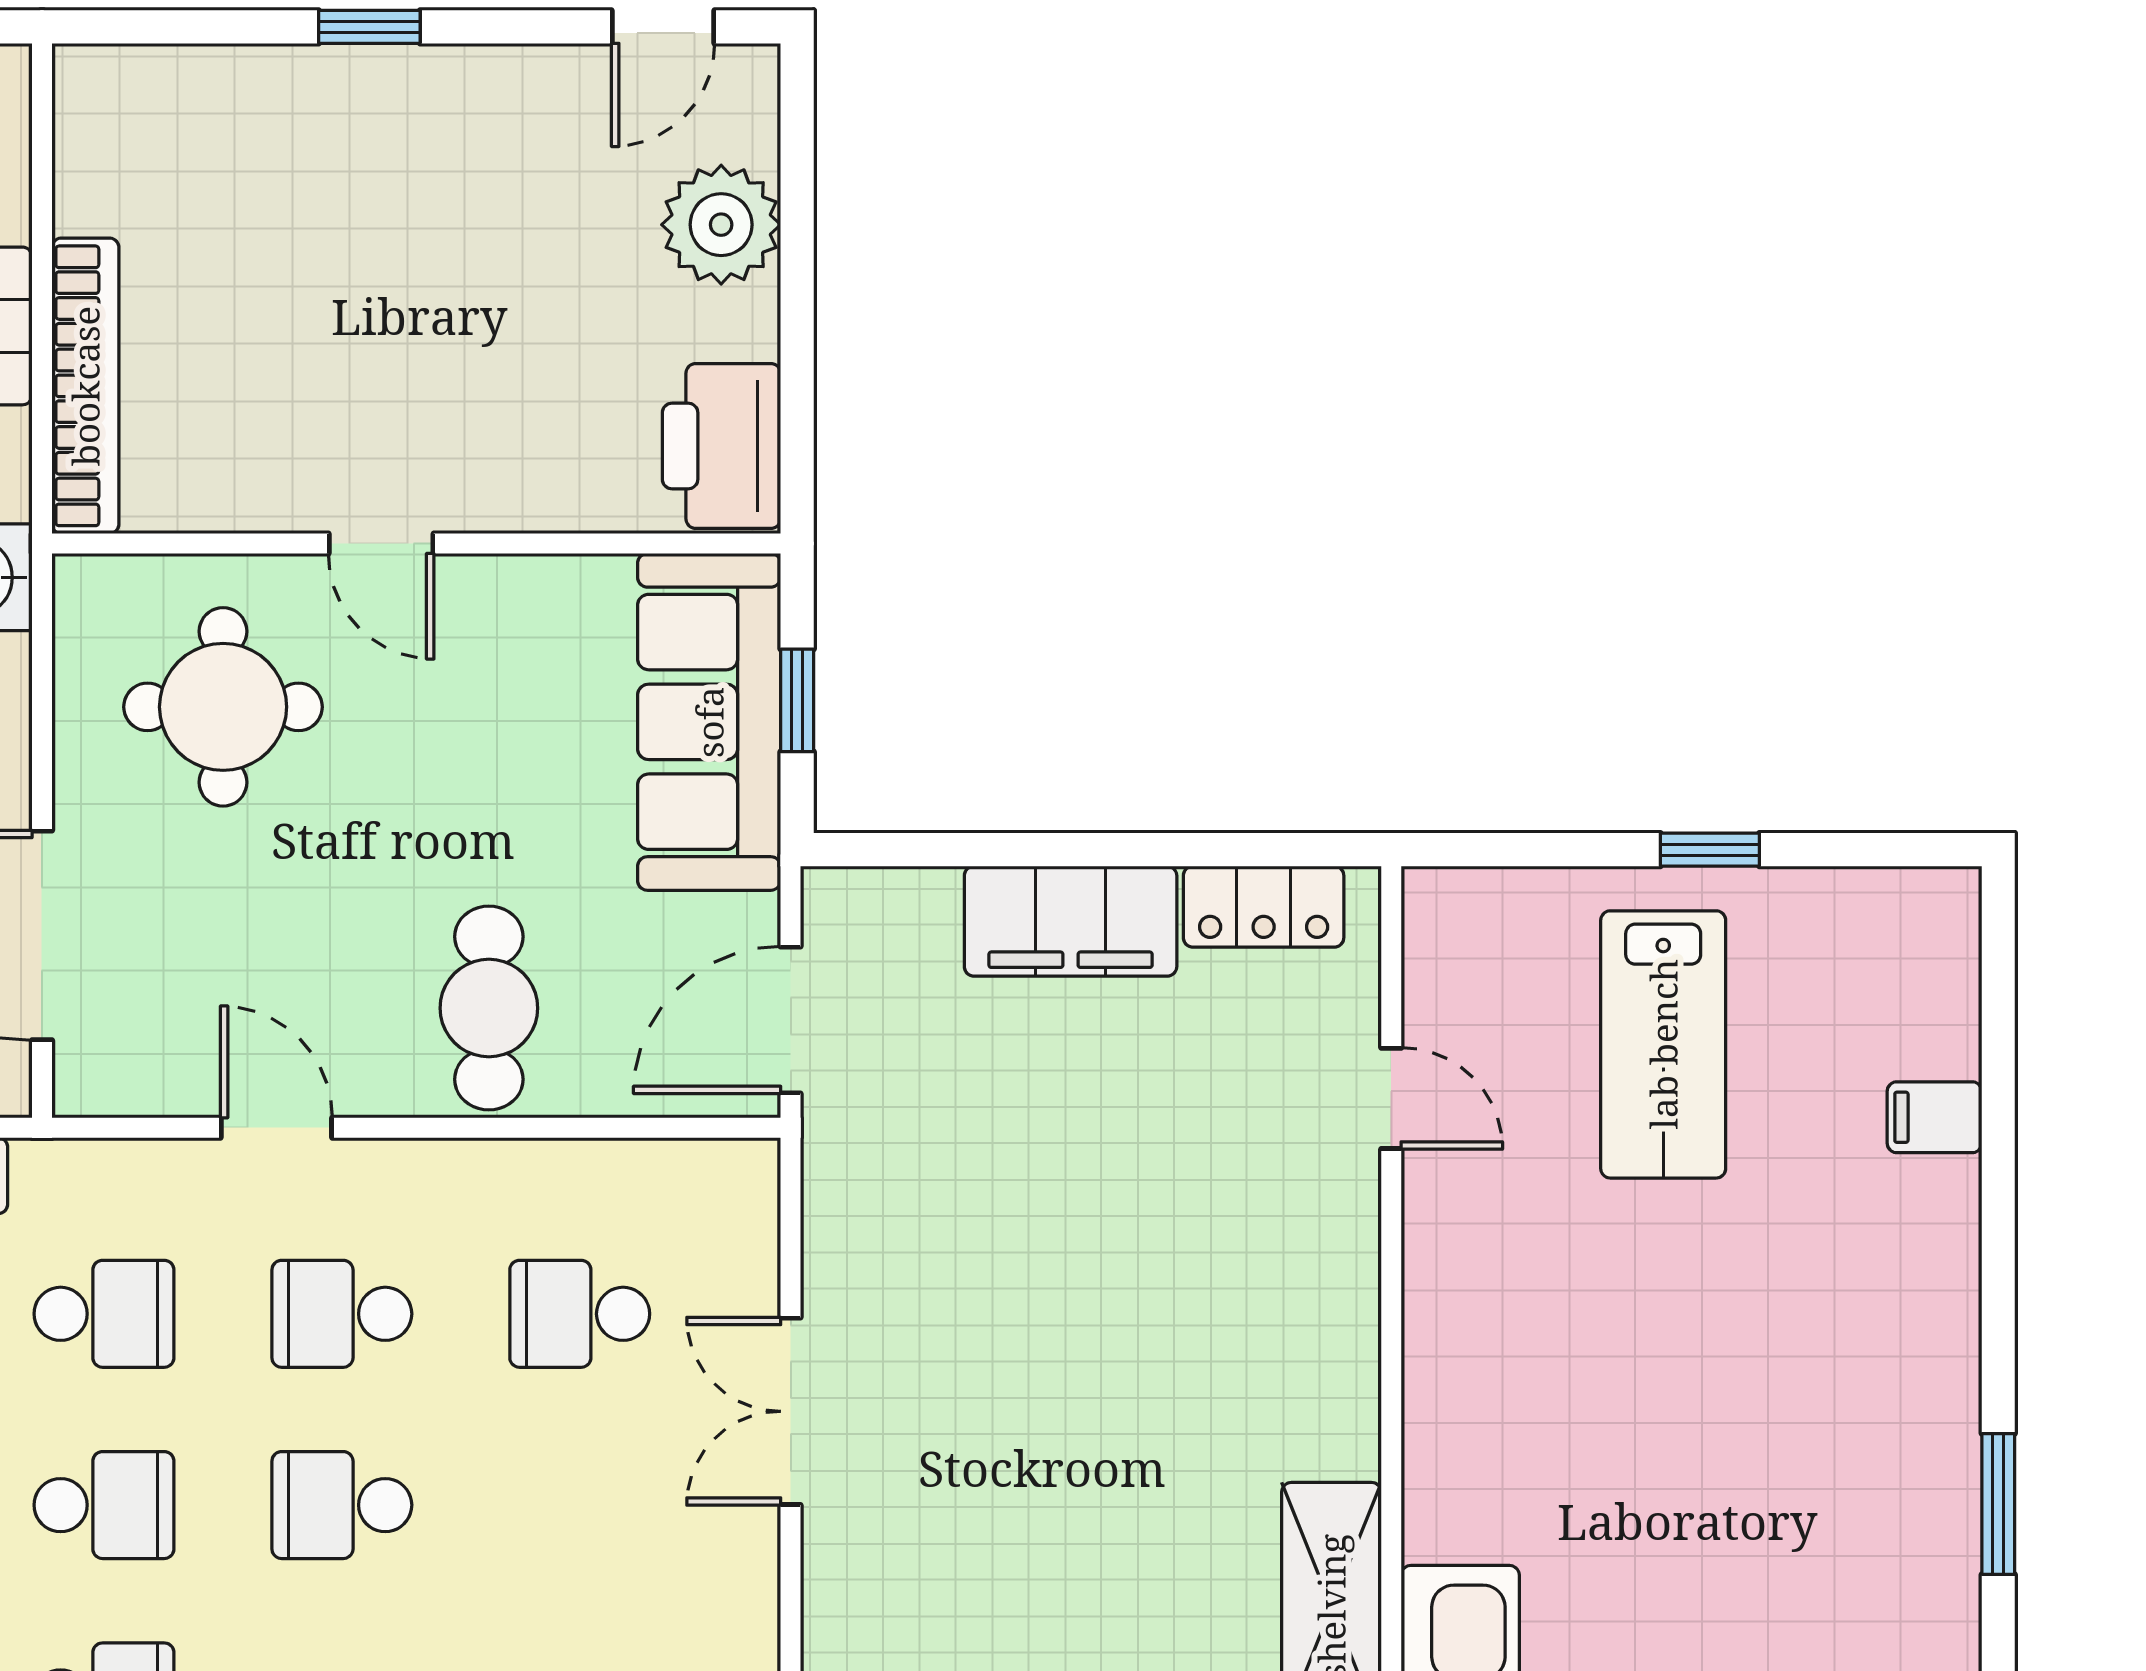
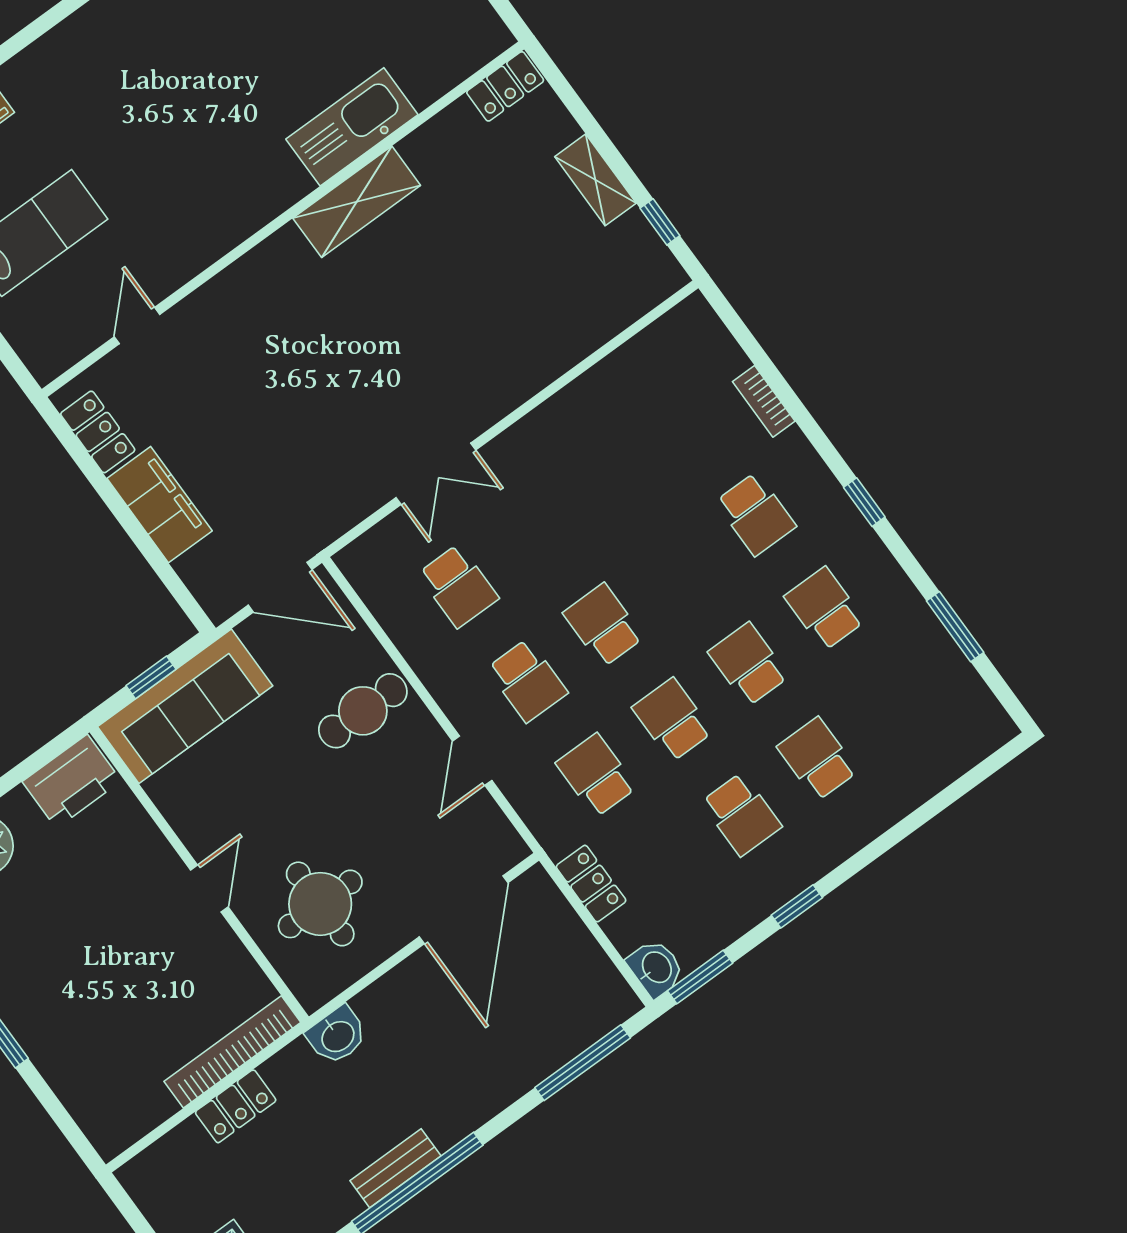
school desk: (342, 1505) -> (603, 625), turned 180

